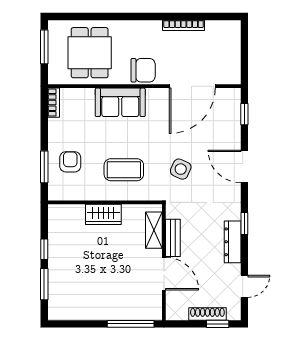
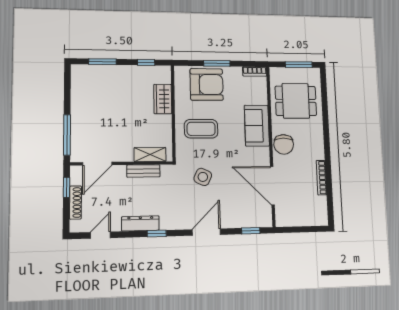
armchair: (70, 162) -> (207, 84), width x1.88, depth x1.88
window: (44, 167) -> (217, 63), moved
coffee table: (124, 170) -> (201, 129), turned 90
wardrobe: (103, 214) -> (163, 99), moved
window: (44, 249) -> (146, 62), moved
door: (164, 274) -> (97, 164), moved
door: (244, 286) -> (100, 235), swing flipped
window: (218, 324) -> (66, 187), moved

